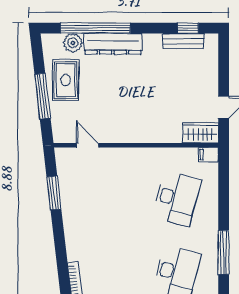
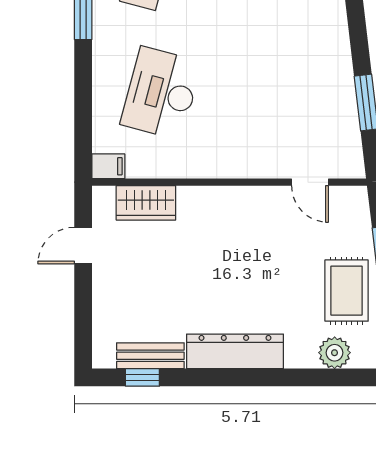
window: (95, 28) -> (297, 377), removed
dresser: (113, 44) -> (235, 351), moved
wardrobe: (200, 133) -> (146, 203), moved

